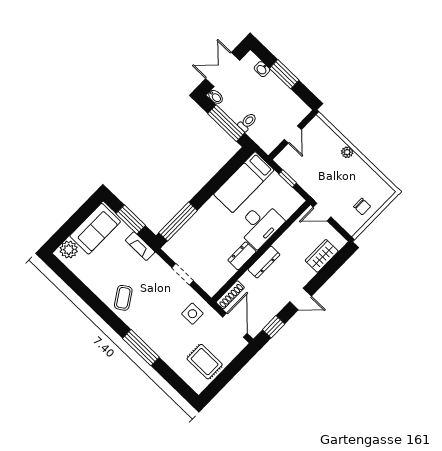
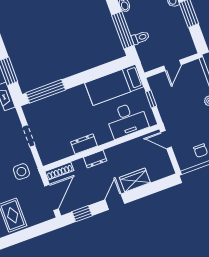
desk: (260, 225) -> (127, 120), moved
wardrobe: (322, 256) -> (135, 180), moved
dresser: (264, 262) -> (95, 159), width x0.70
door: (301, 299) -> (115, 202), swing flipped

